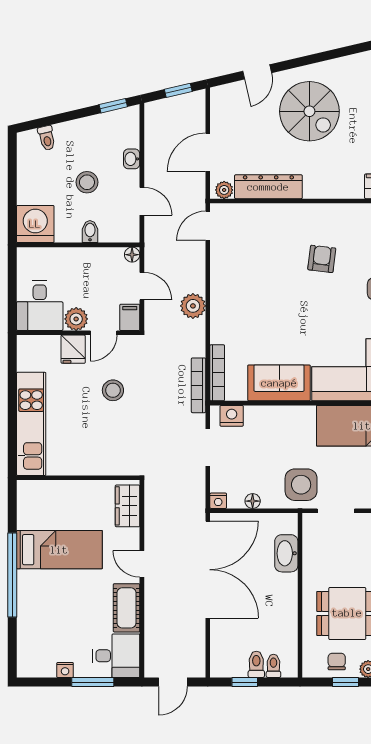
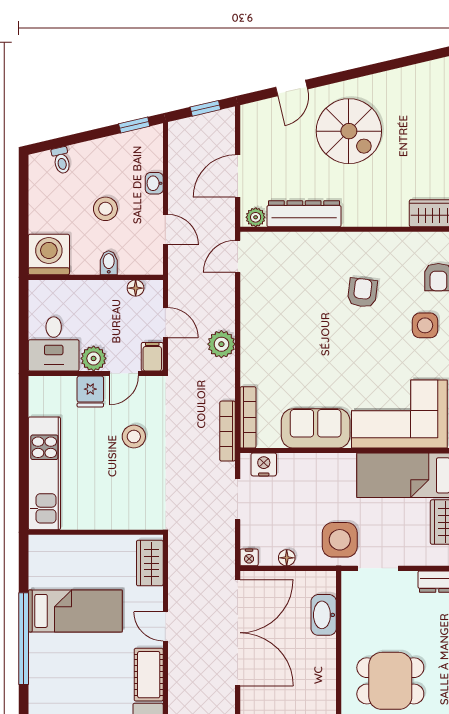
floor lamp: (132, 255) -> (136, 288), moved

